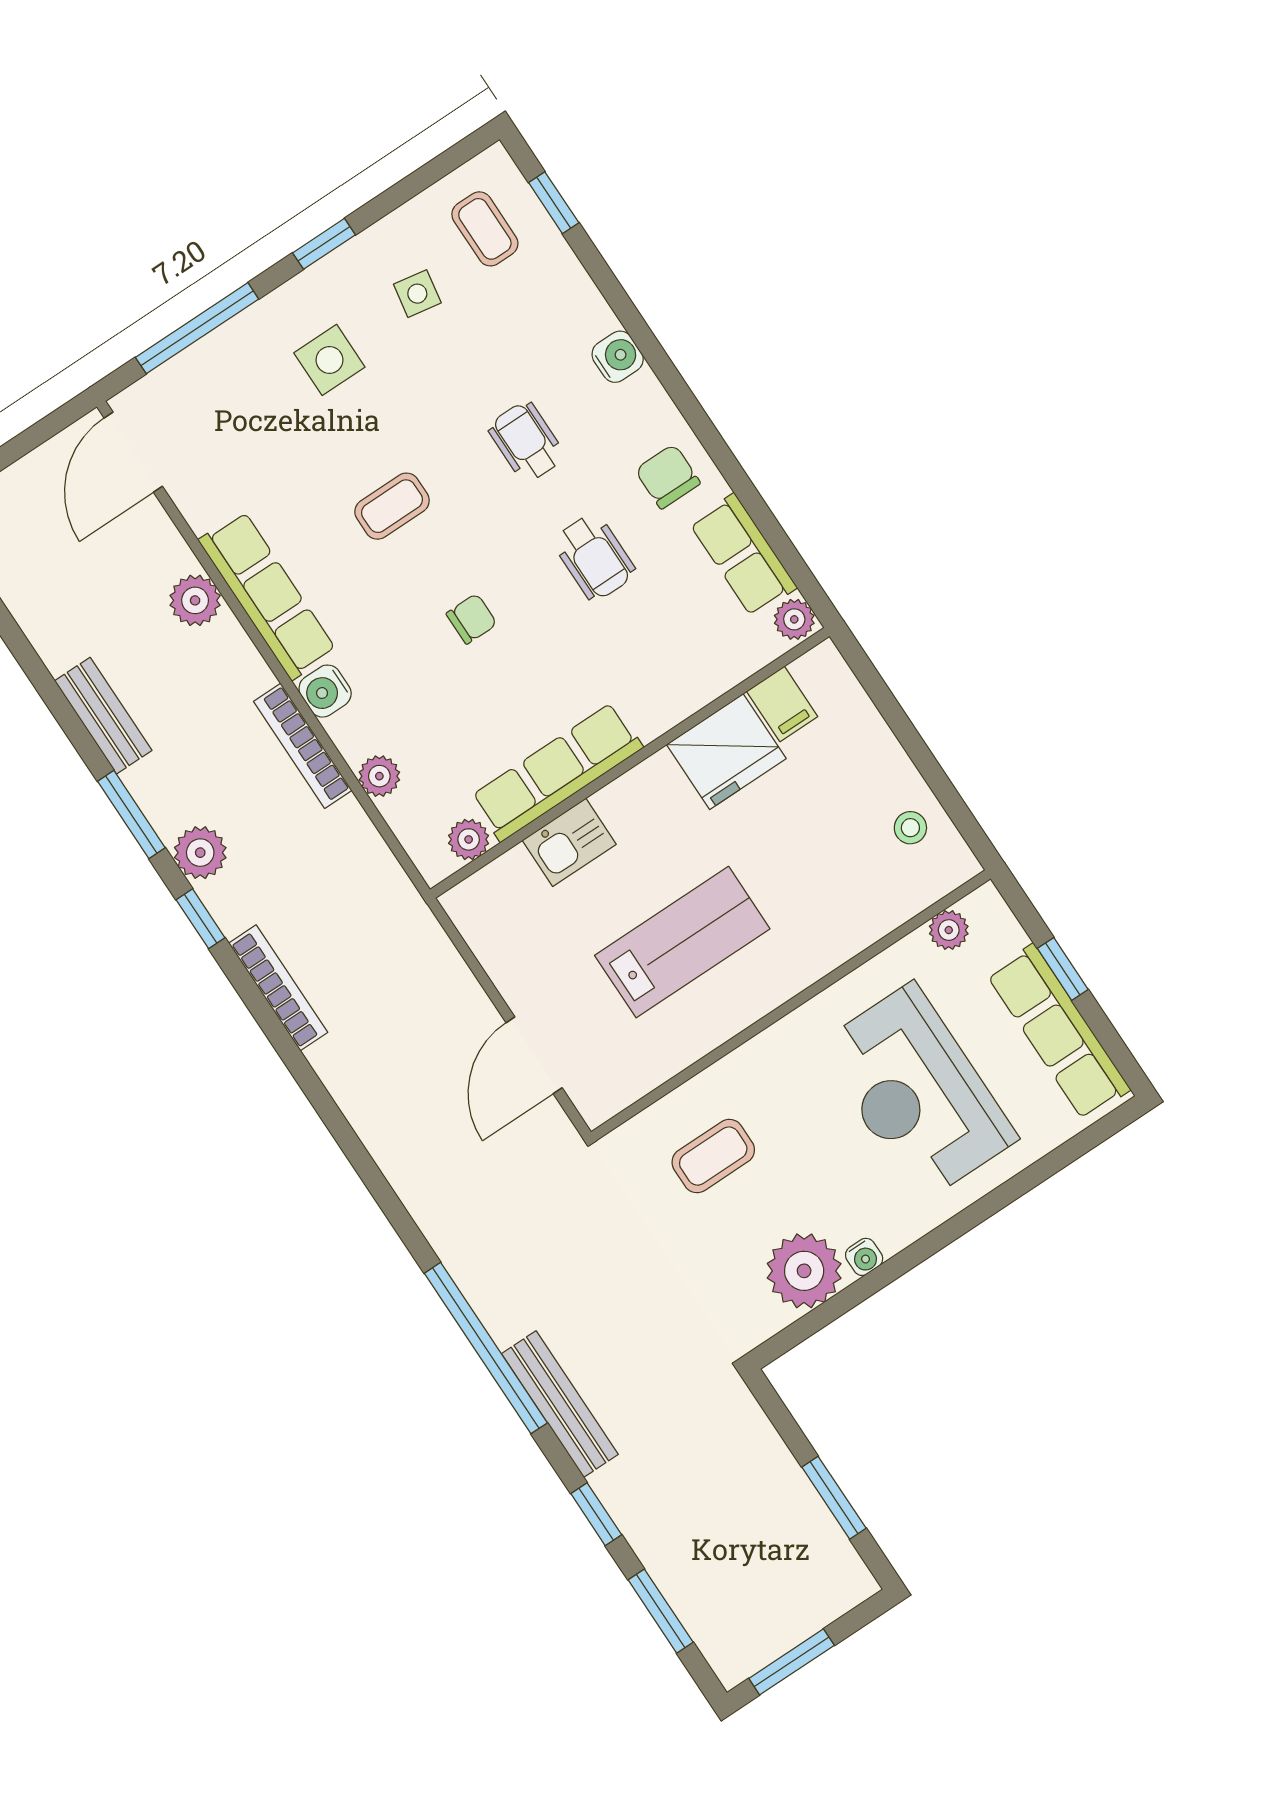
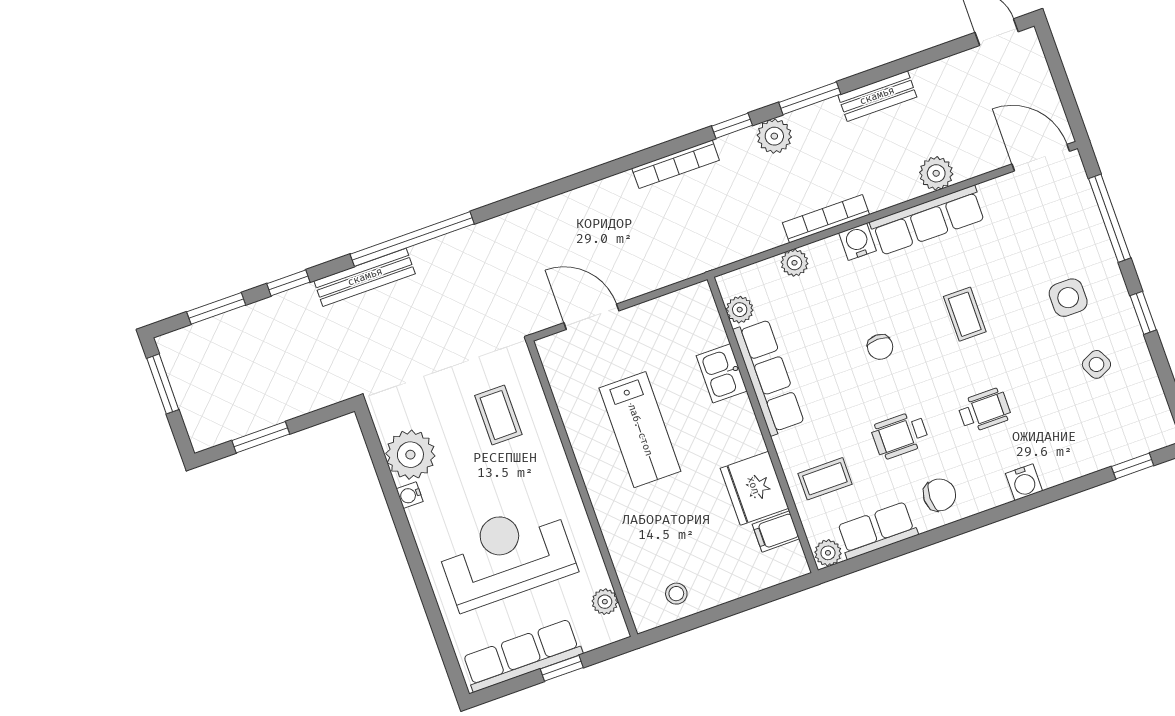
coffee table: (485, 229) -> (825, 479), moved
side table: (417, 294) -> (1096, 364), turned -36

